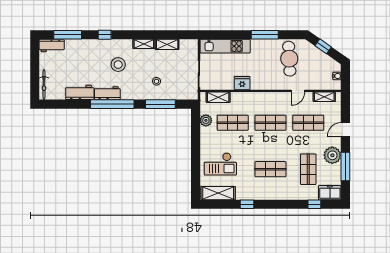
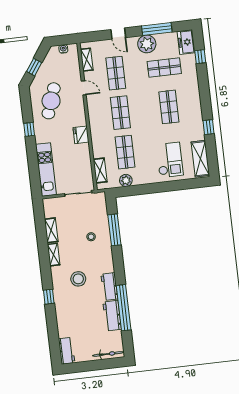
window: (68, 35) -> (53, 335), removed
window: (265, 35) -> (29, 129), width x0.46
cafe table: (289, 59) -> (51, 101), turned -68
fridge: (242, 83) -> (81, 135), moved
window: (112, 104) -> (124, 308), moved

